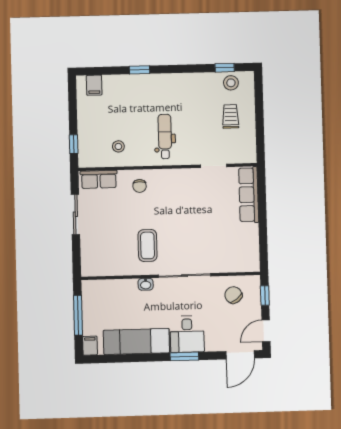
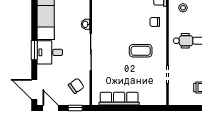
row of seats: (249, 195) -> (119, 99), moved
coffee table: (148, 245) -> (141, 51), moved

